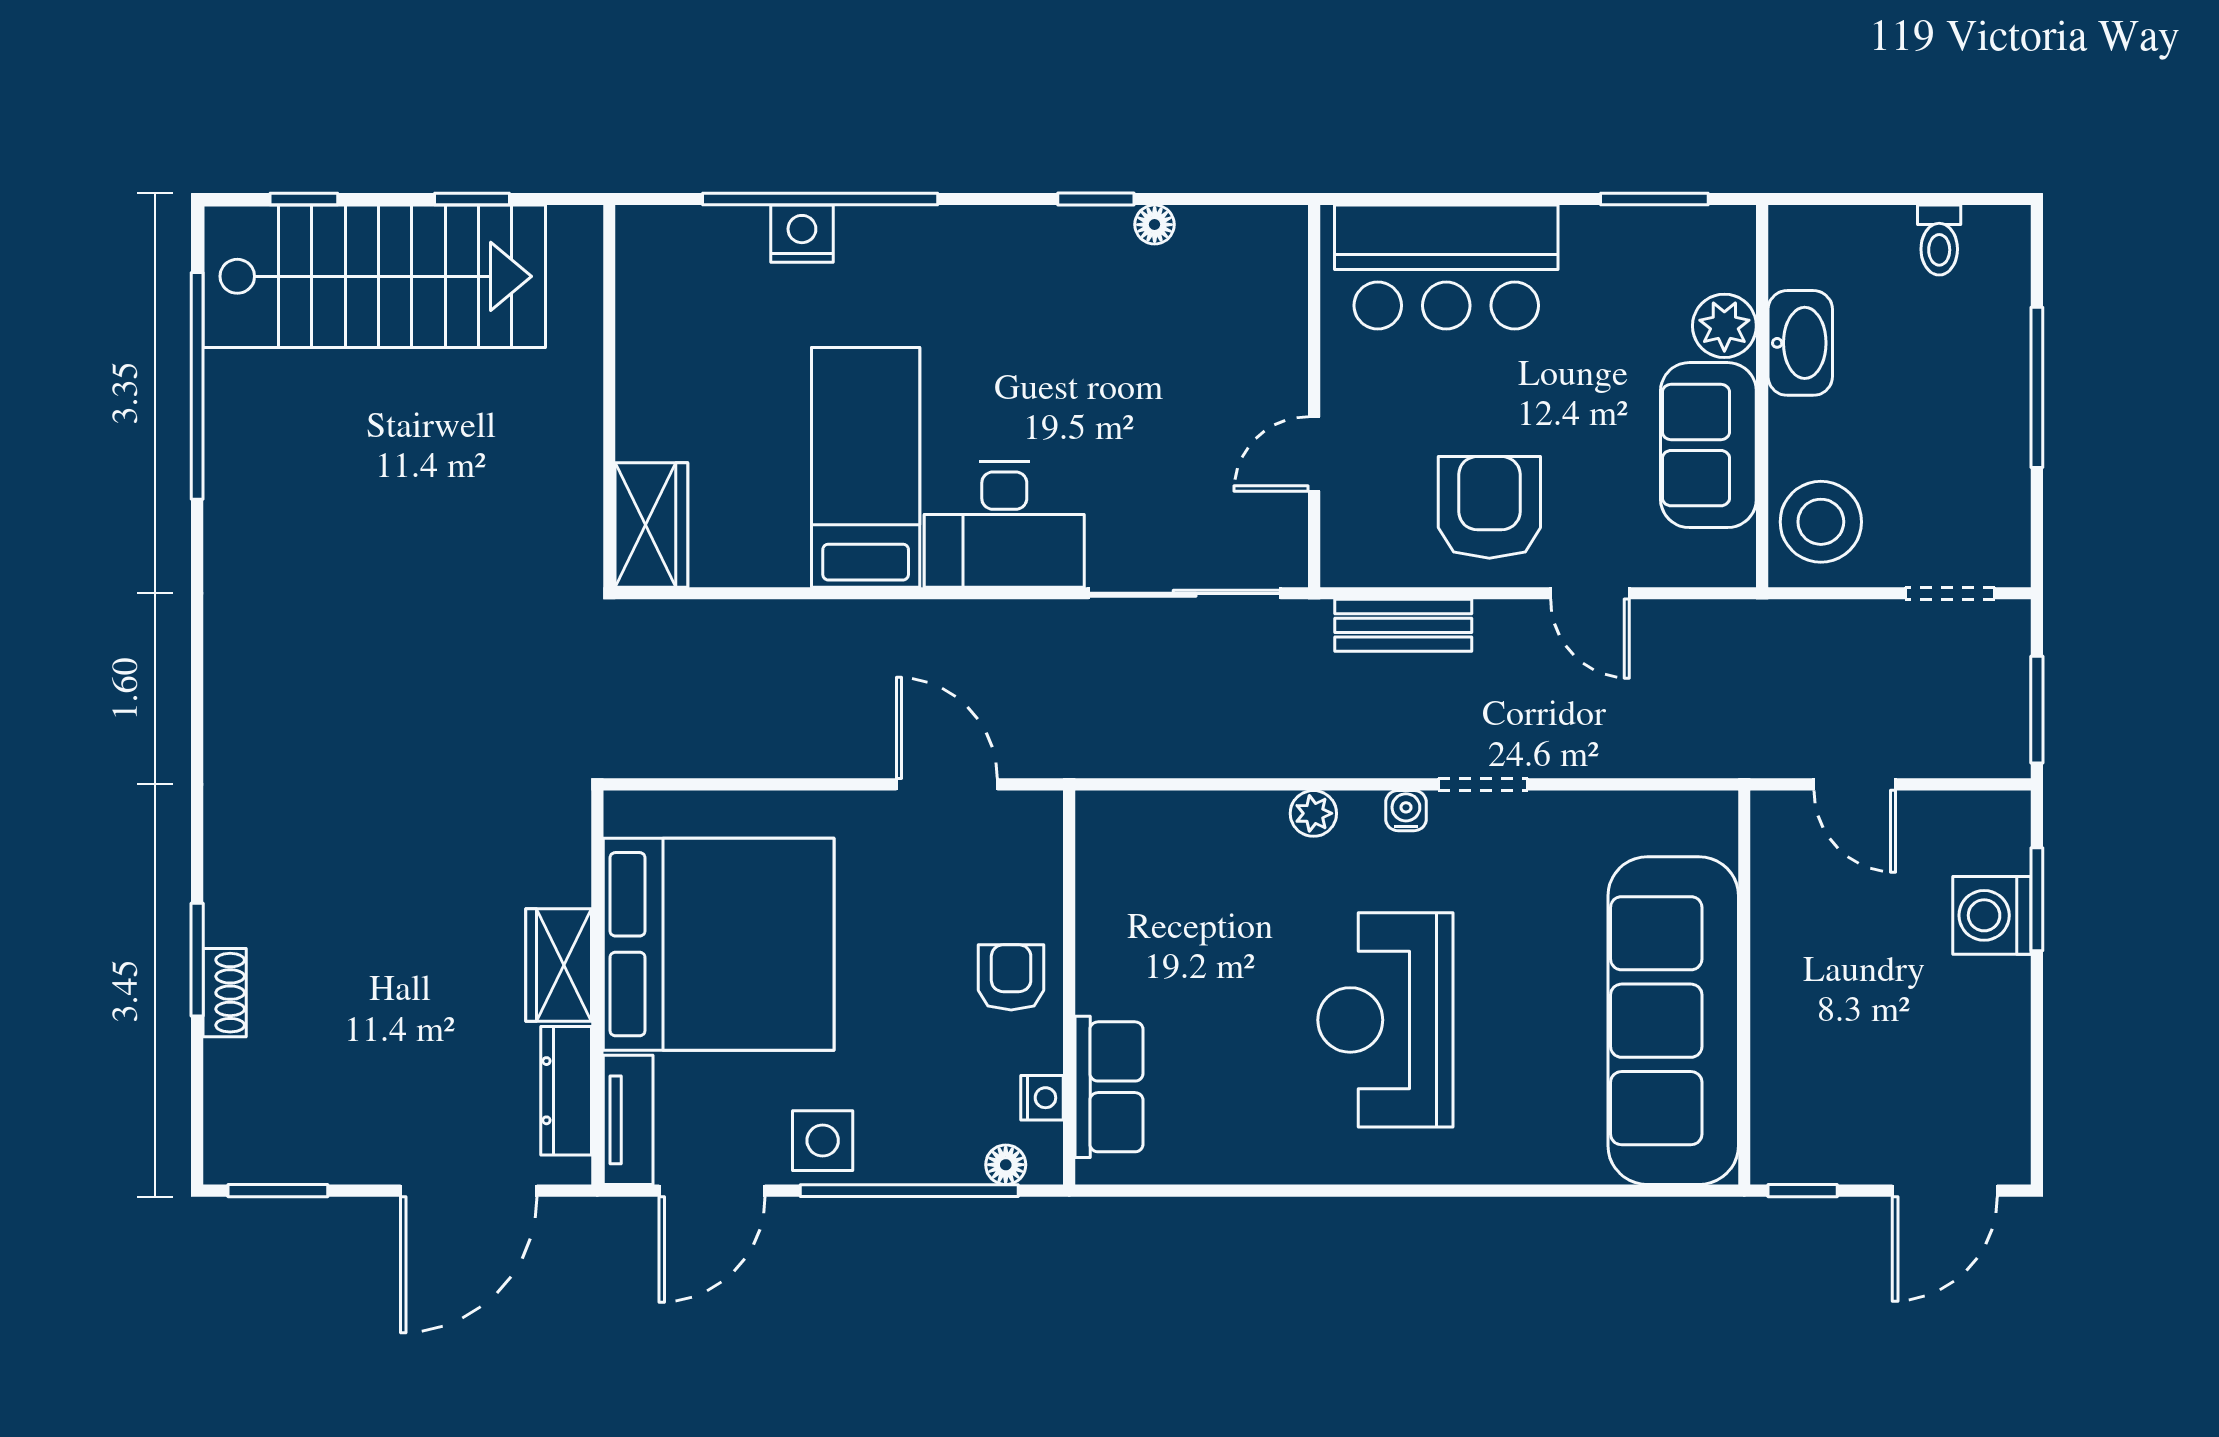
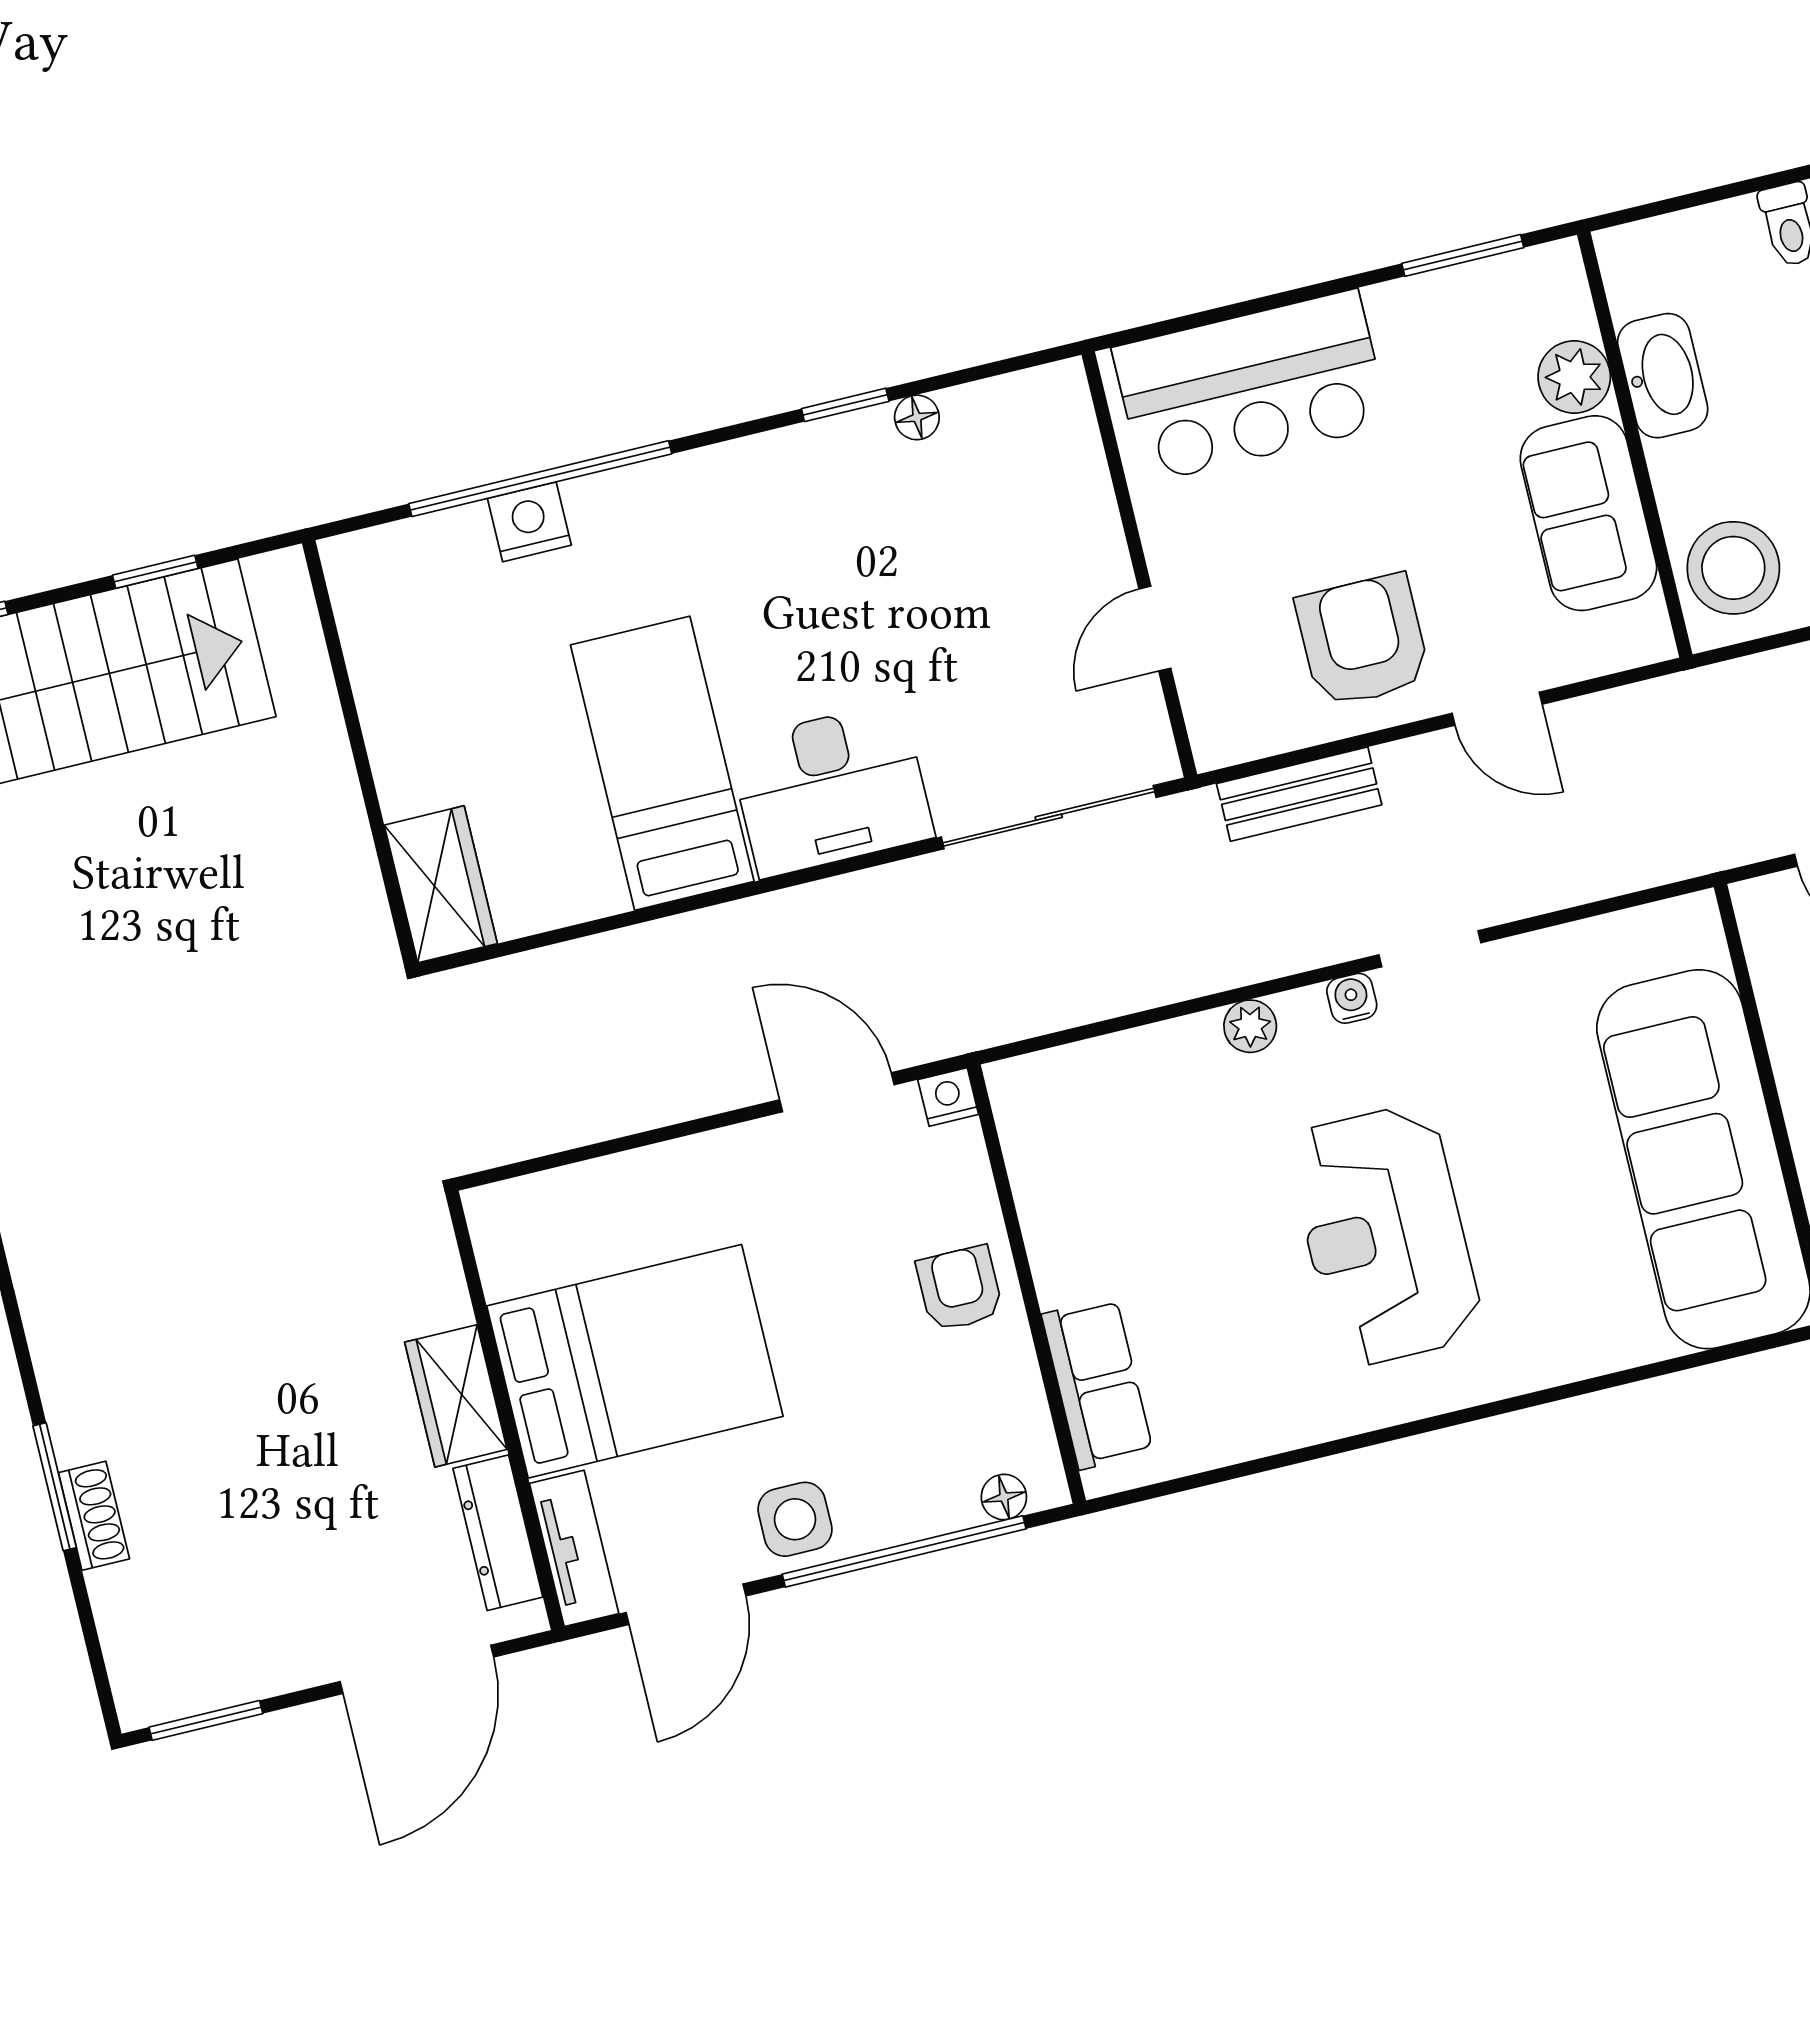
bed: (719, 944) -> (635, 1361), width x0.73
nightstand: (1042, 1098) -> (948, 1097), moved, turned -90

